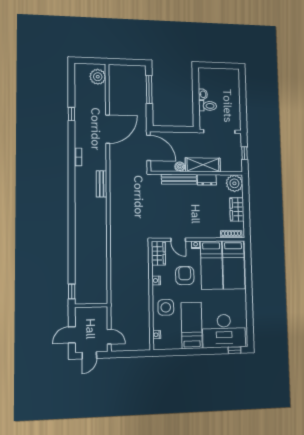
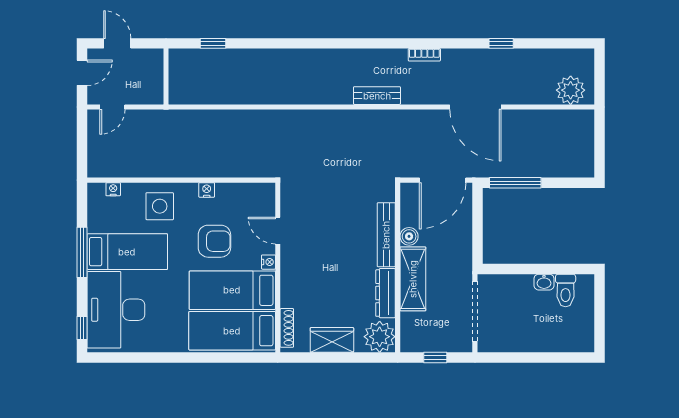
window: (149, 89) -> (515, 183), moved
toilet: (208, 106) -> (566, 290), moved
dresser: (207, 180) -> (386, 293), width x1.44
door: (178, 240) -> (278, 231), hinge flipped
wardrobe: (158, 253) -> (254, 195), removed
window: (72, 292) -> (213, 43), moved
window: (193, 352) -> (82, 252), added
door: (89, 355) -> (82, 73), swing flipped

